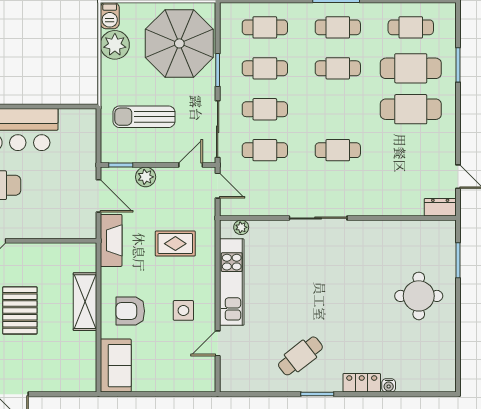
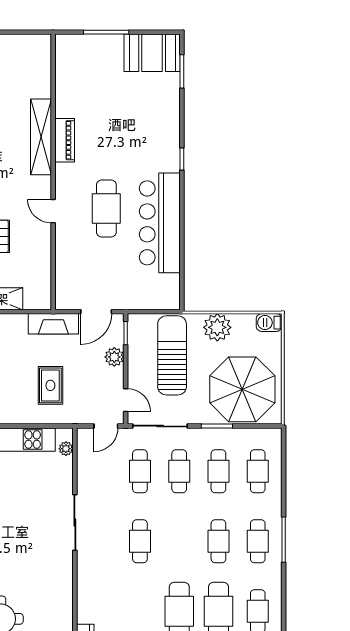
plant: (115, 45) -> (217, 327), moved
sun lounger: (144, 117) -> (172, 355), width x1.36, depth x1.34

